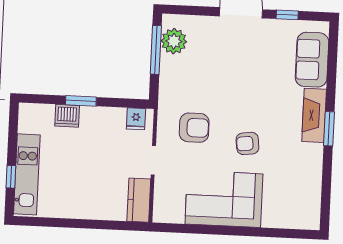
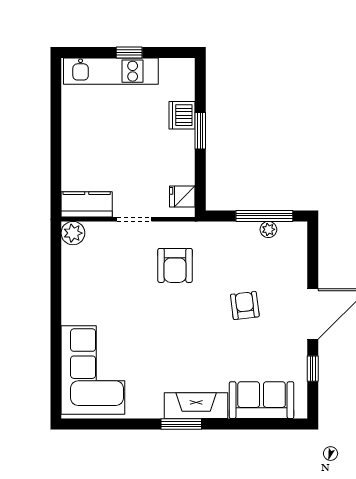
plant: (174, 41) -> (268, 229), width x0.53, depth x0.53
armchair: (247, 143) -> (245, 306), moved
window: (11, 177) -> (129, 53), moved
corner sofa: (224, 199) -> (93, 370), moved
plant: (163, 213) -> (73, 233), added

